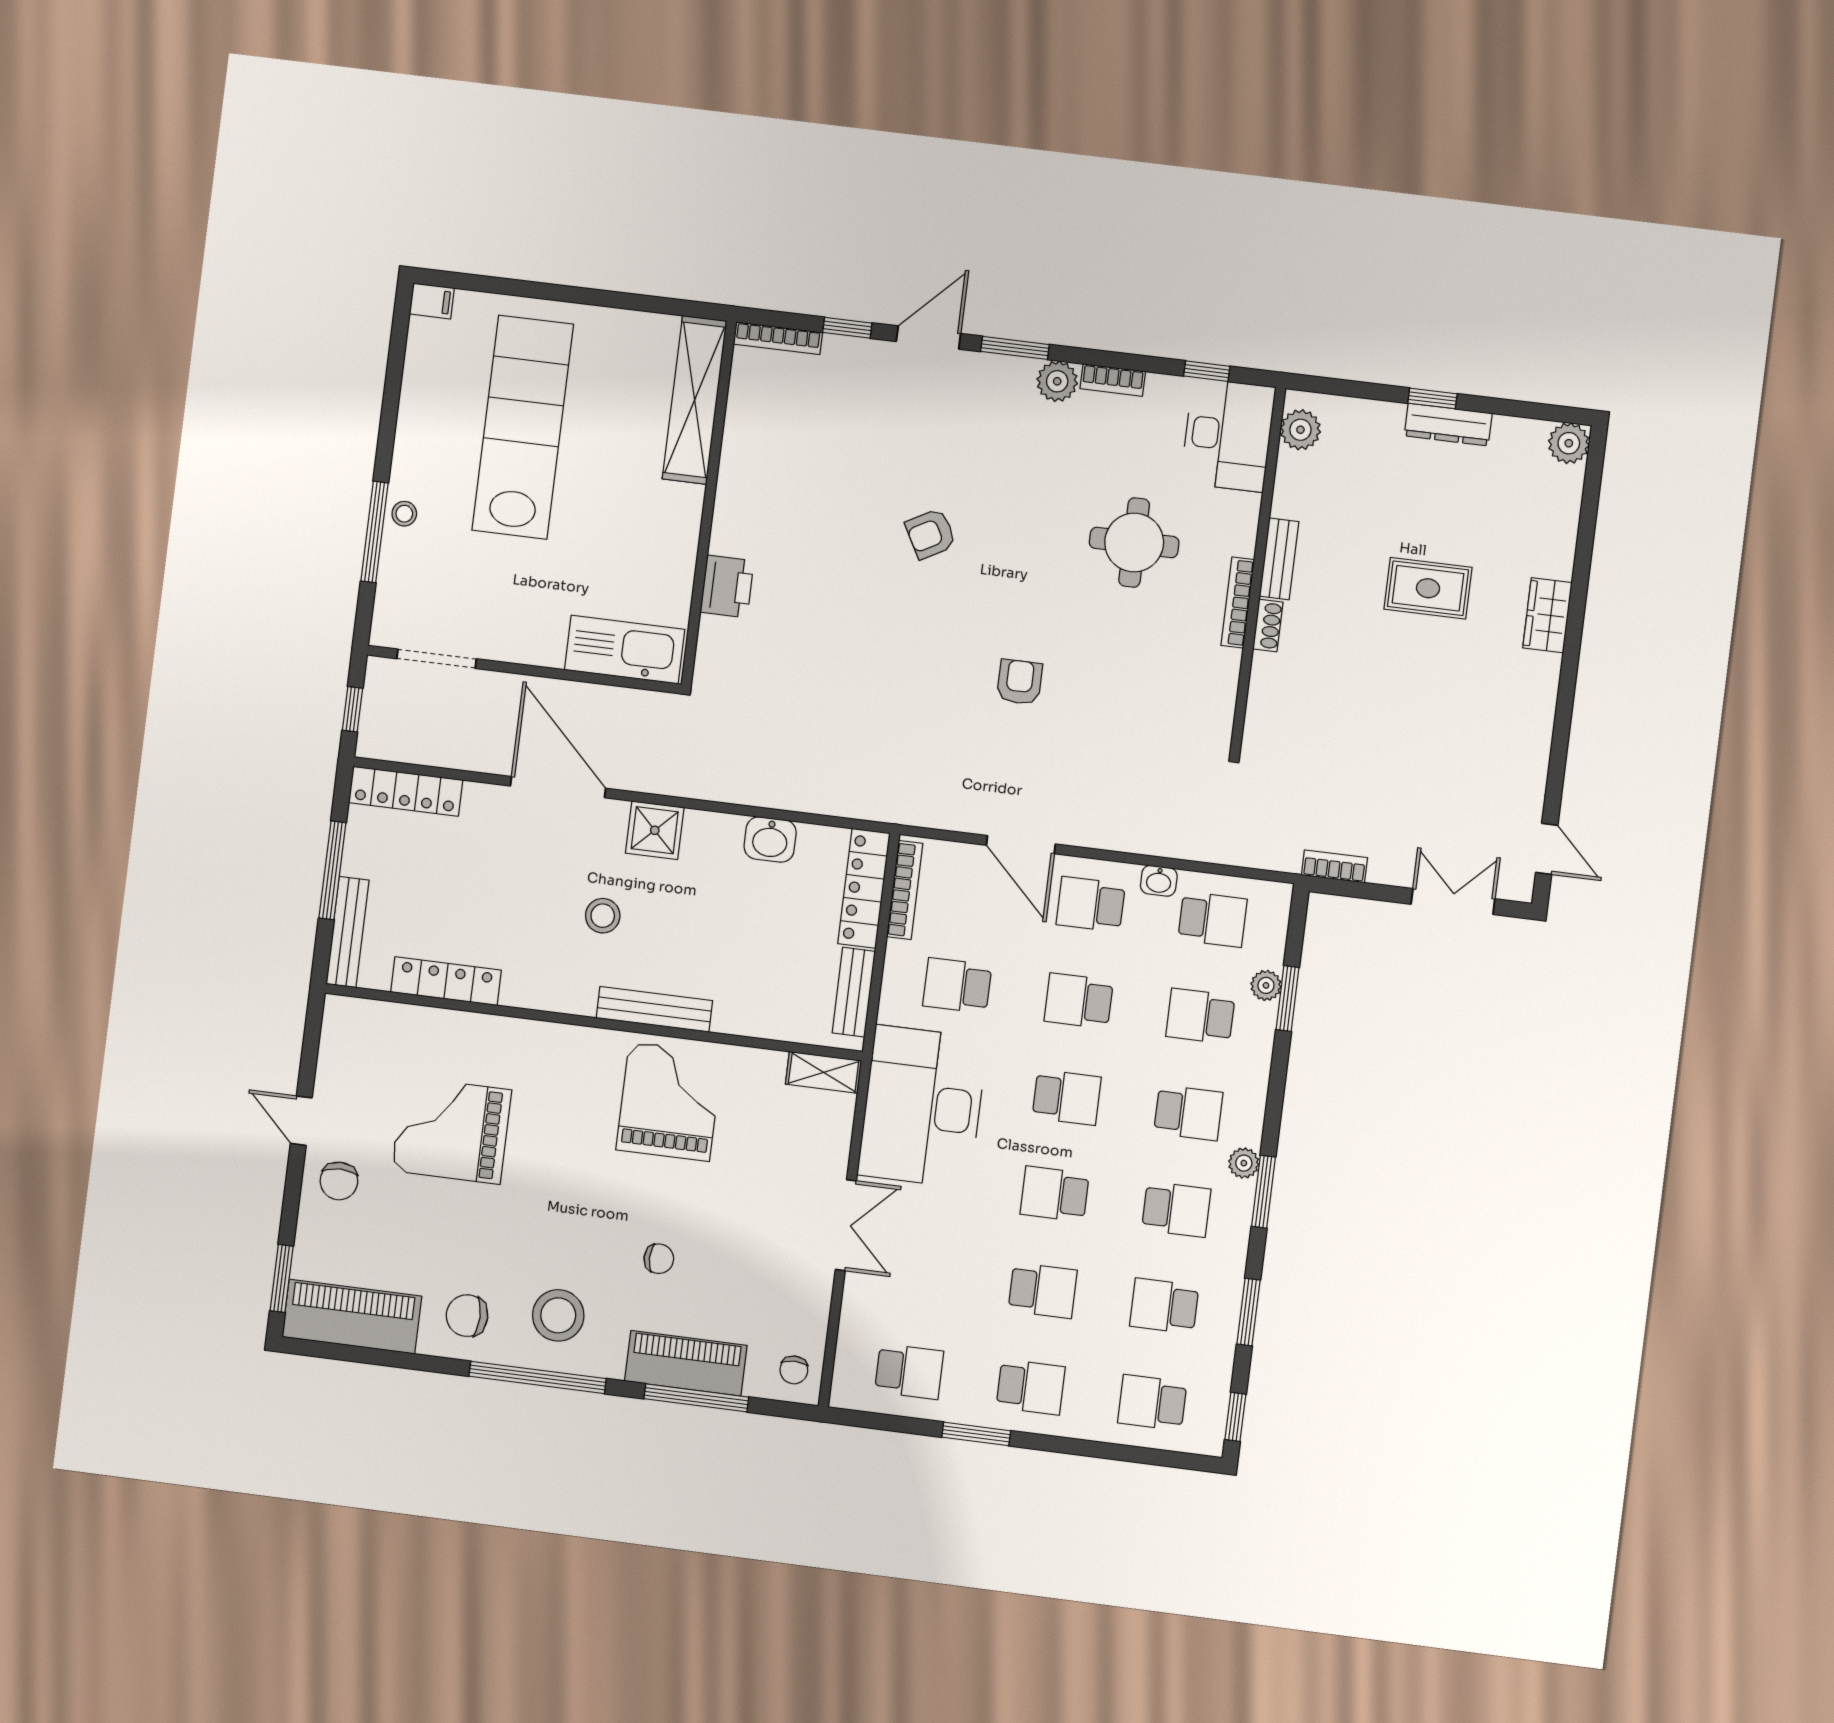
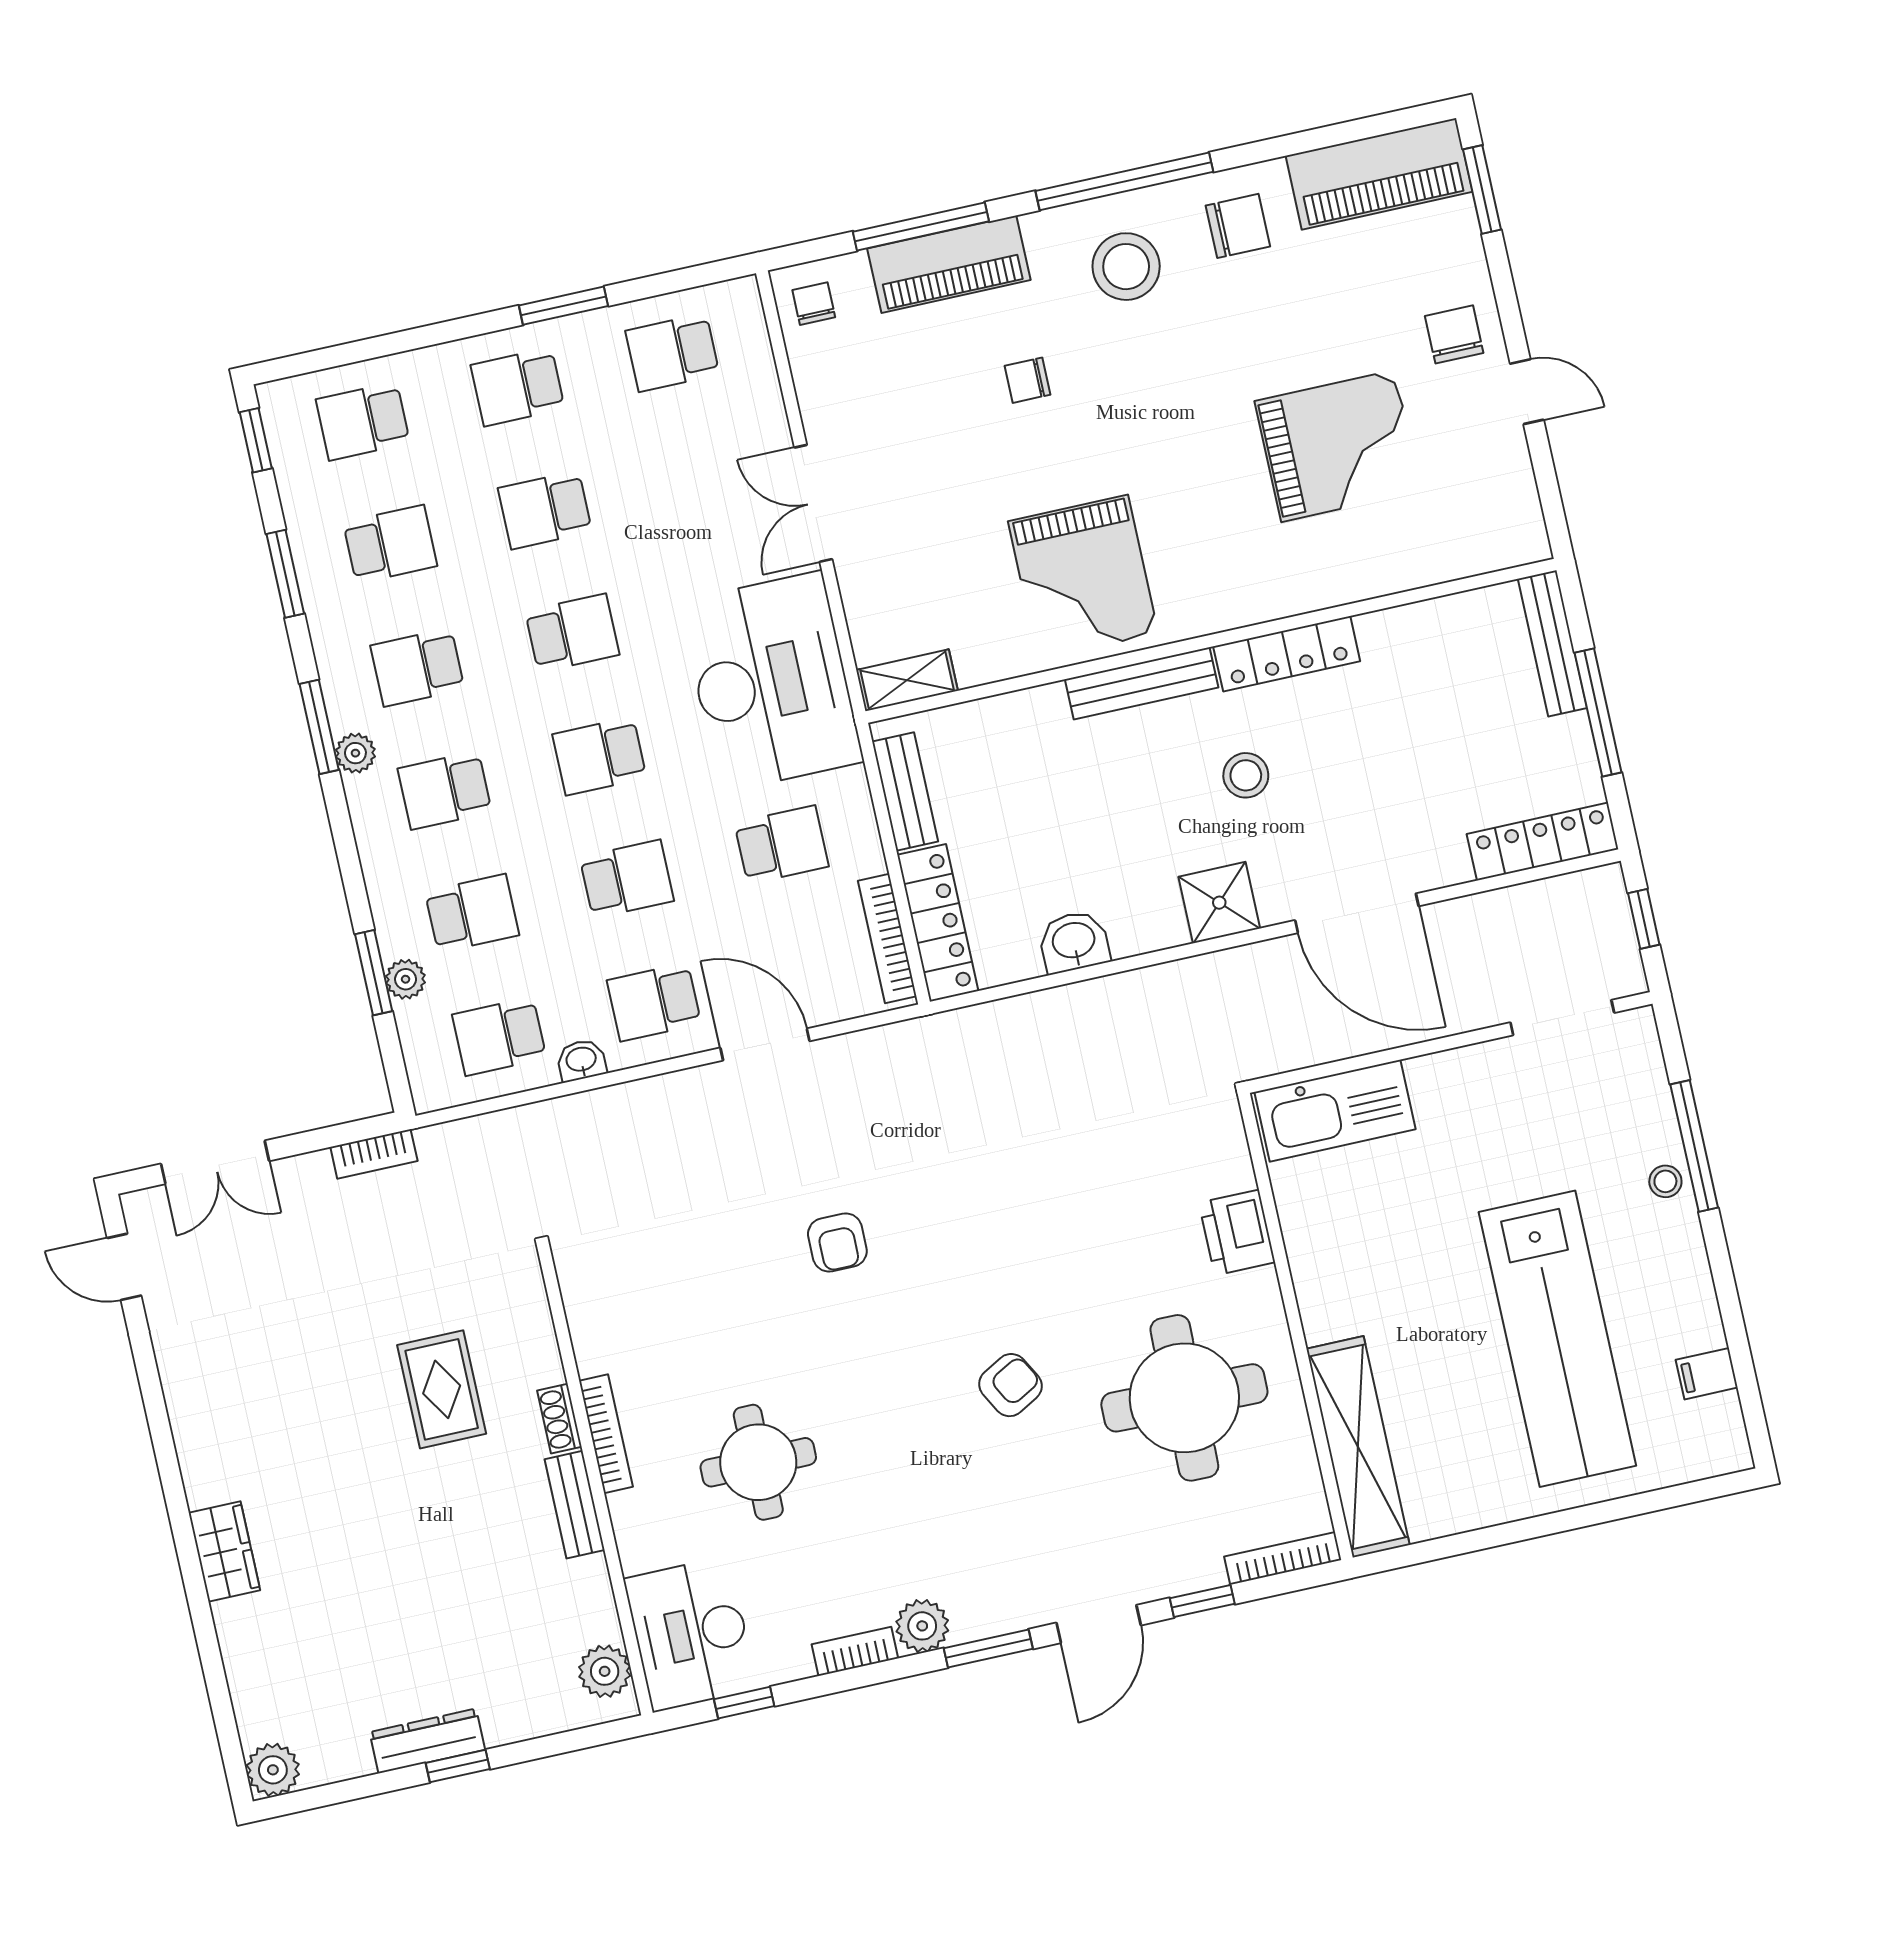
filing cabinet: (432, 301) -> (1707, 1374), moved
round table: (808, 480) -> (1184, 1398), added
rug: (1428, 588) -> (442, 1389), moved, turned 90
school desk: (1091, 904) -> (654, 1002), turned 180
locker: (446, 981) -> (1287, 654), moved
school desk: (1152, 1403) -> (363, 421), turned 180

